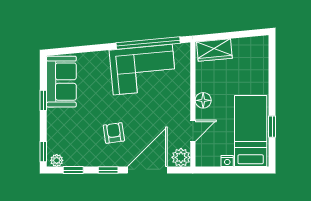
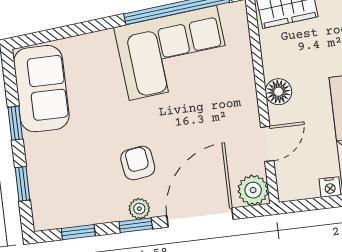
window: (43, 152) -> (22, 184), moved
plant: (57, 160) -> (139, 209), moved

